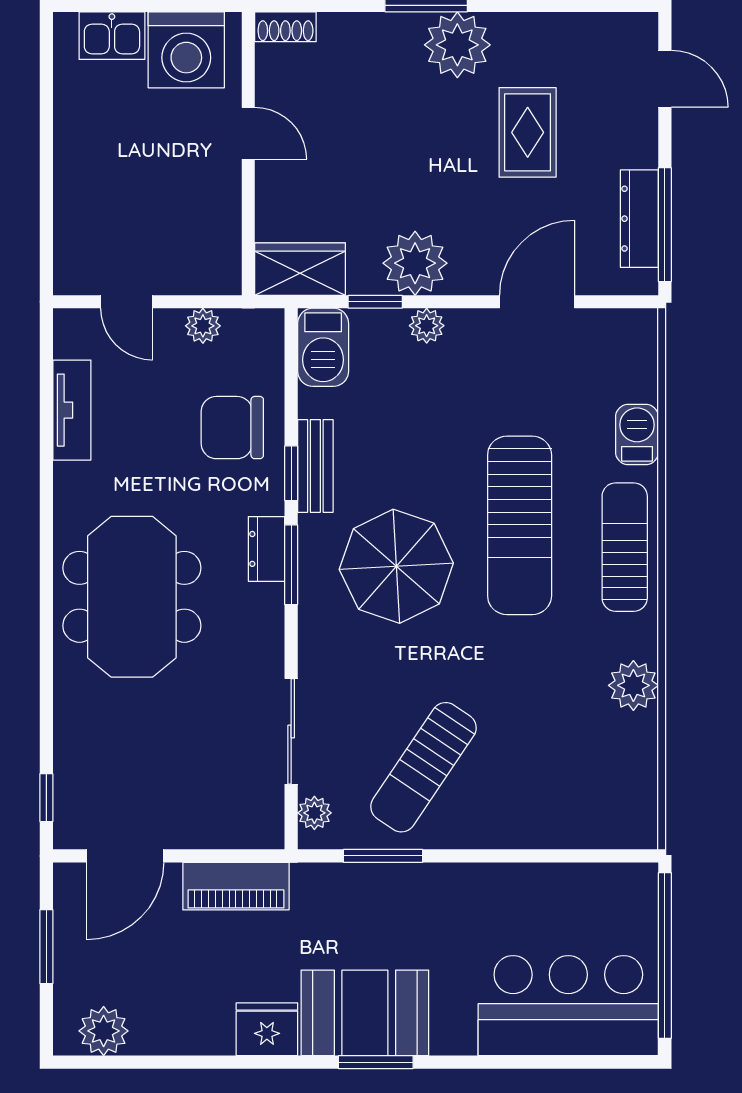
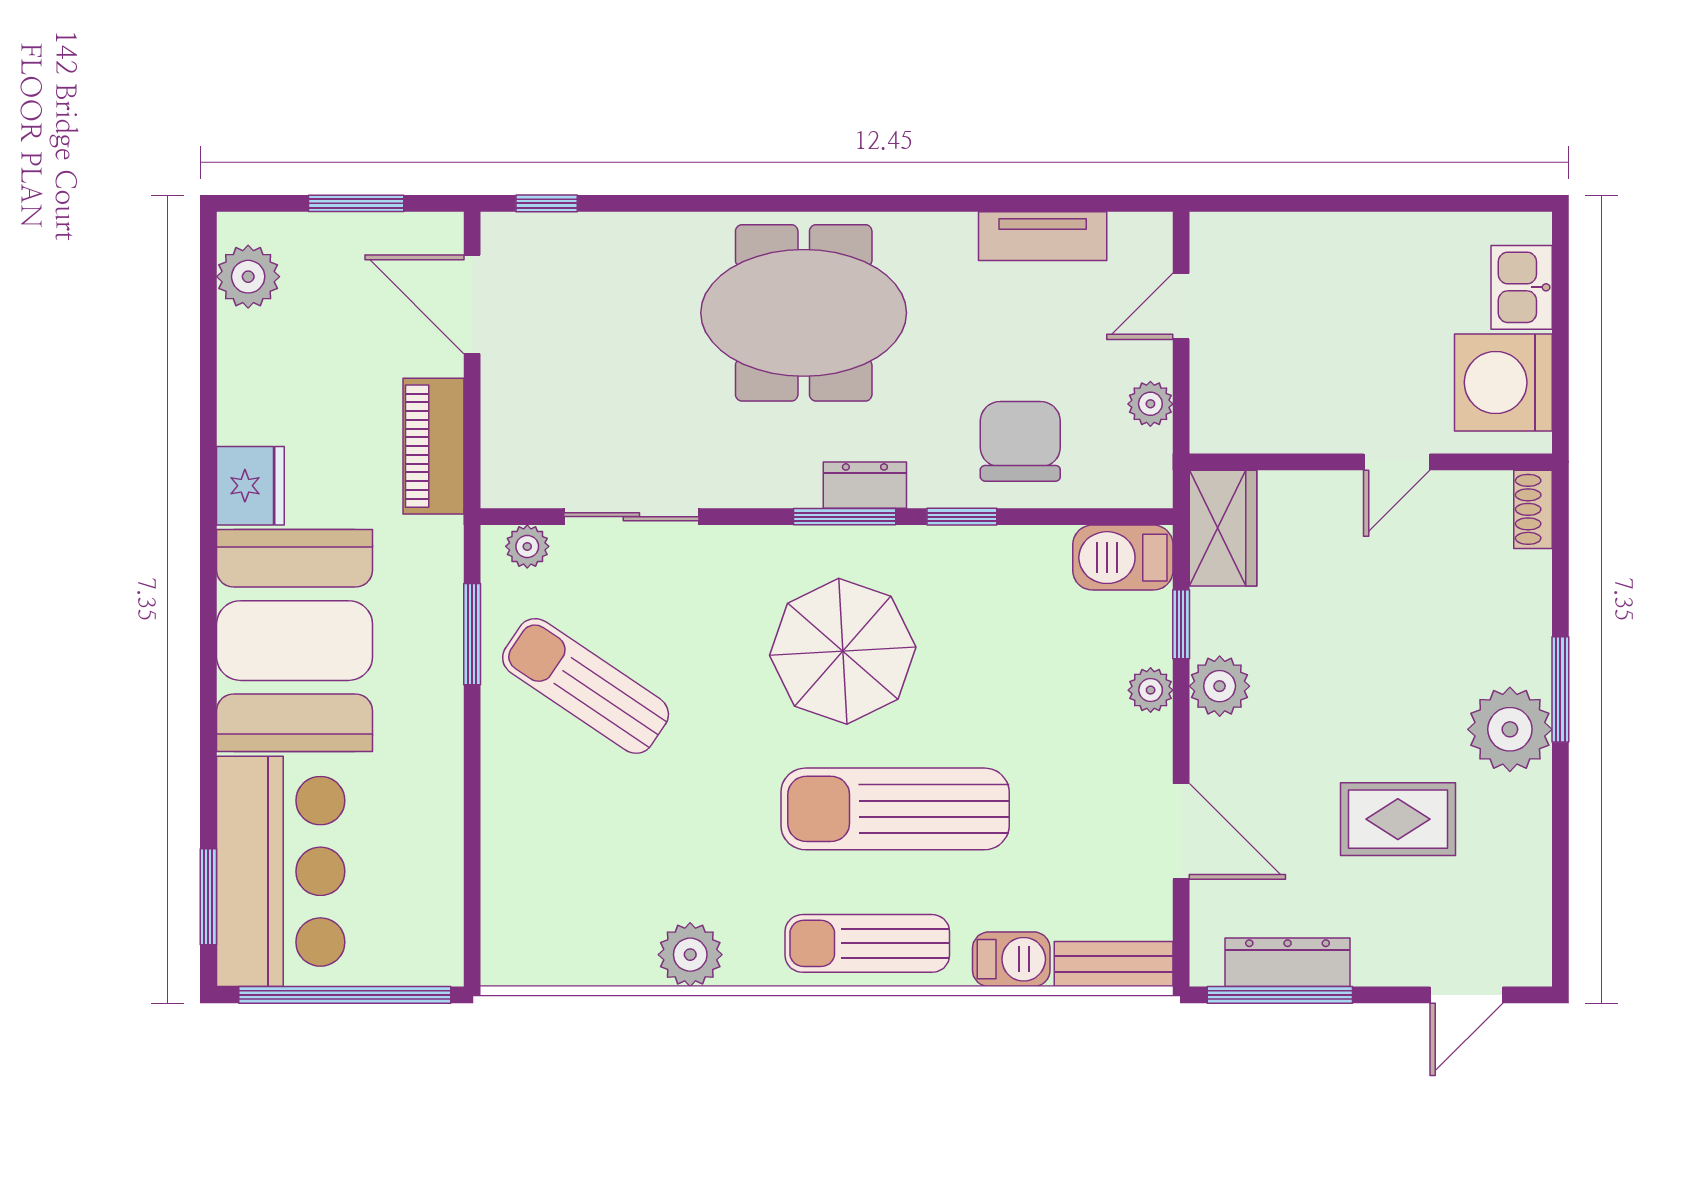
plant: (415, 263) -> (1220, 686), width x0.73, depth x0.73
bench: (315, 466) -> (1114, 964), moved
sun lounger: (625, 547) -> (867, 943), turned 180
booth: (365, 1013) -> (295, 641), width x1.36, depth x1.42
window: (376, 1062) -> (208, 897), moved

